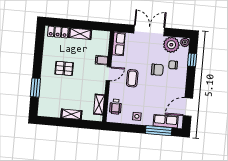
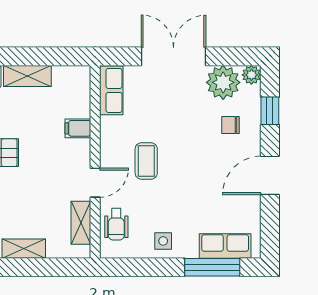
chair: (157, 70) -> (198, 138), removed
door: (108, 74) -> (95, 183), moved
door: (188, 107) -> (270, 175), moved

